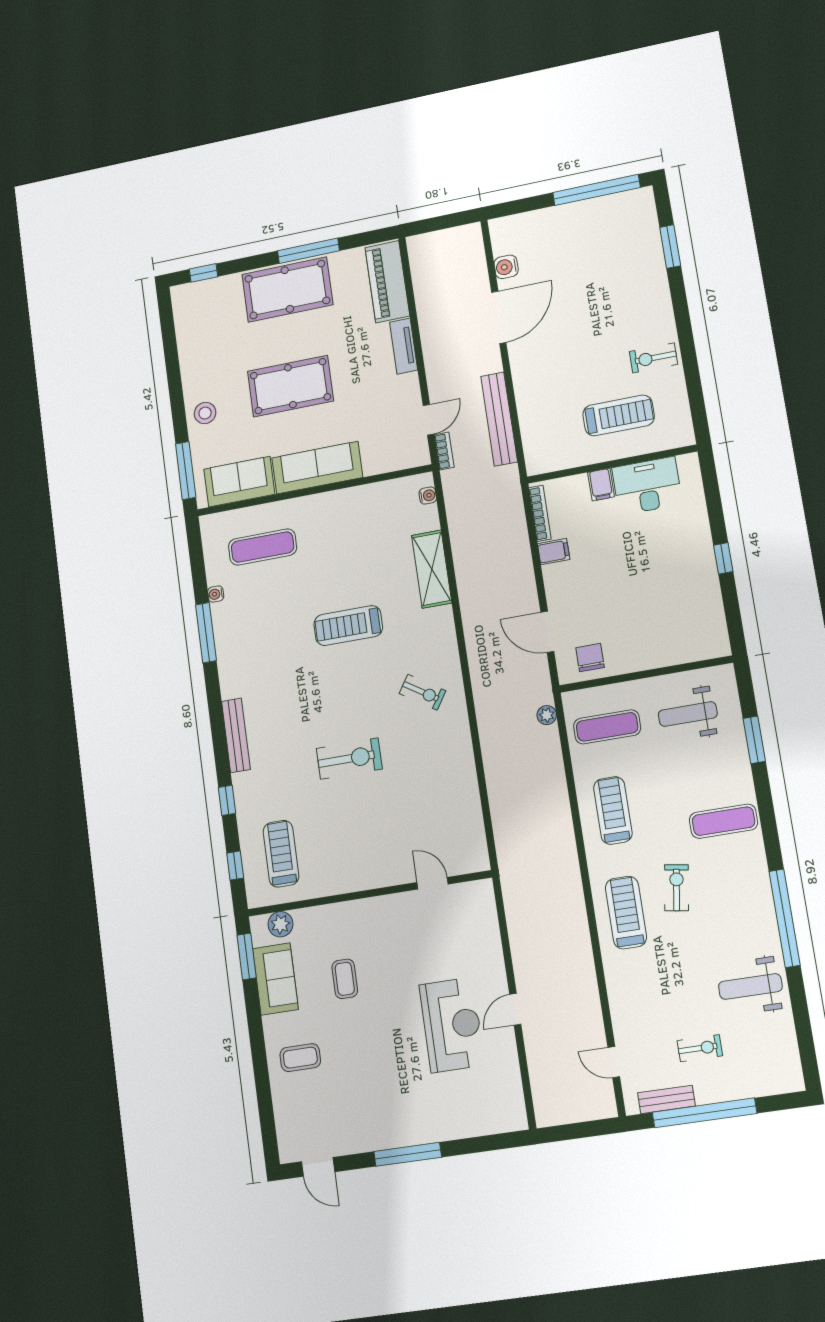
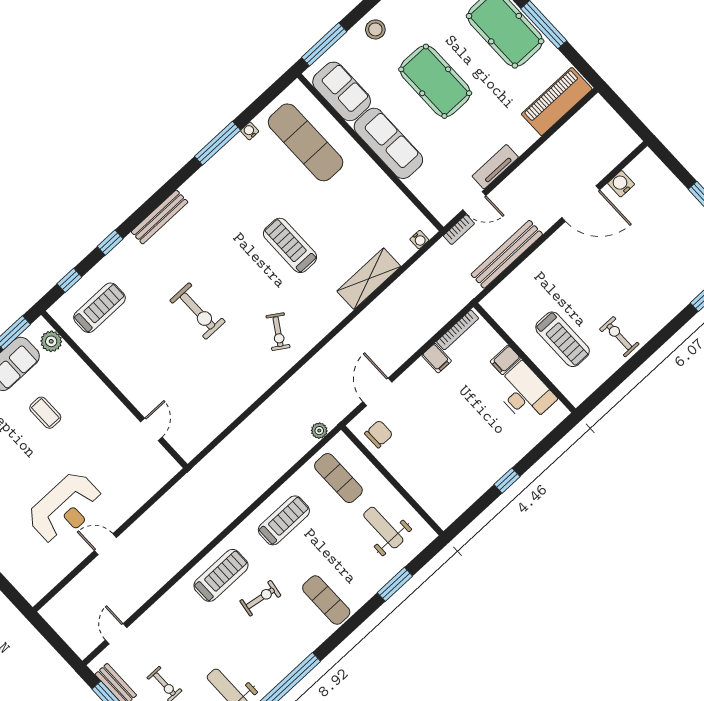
tv unit: (404, 346) -> (495, 167), moved
exercise mat: (263, 547) -> (306, 142), width x1.36, depth x1.45
coffee table: (345, 979) -> (45, 413), turned 90

